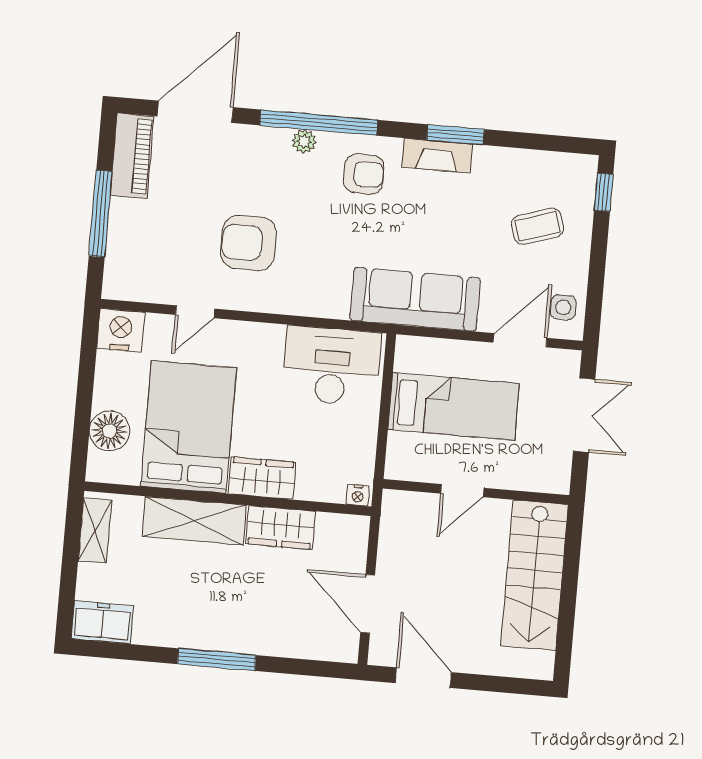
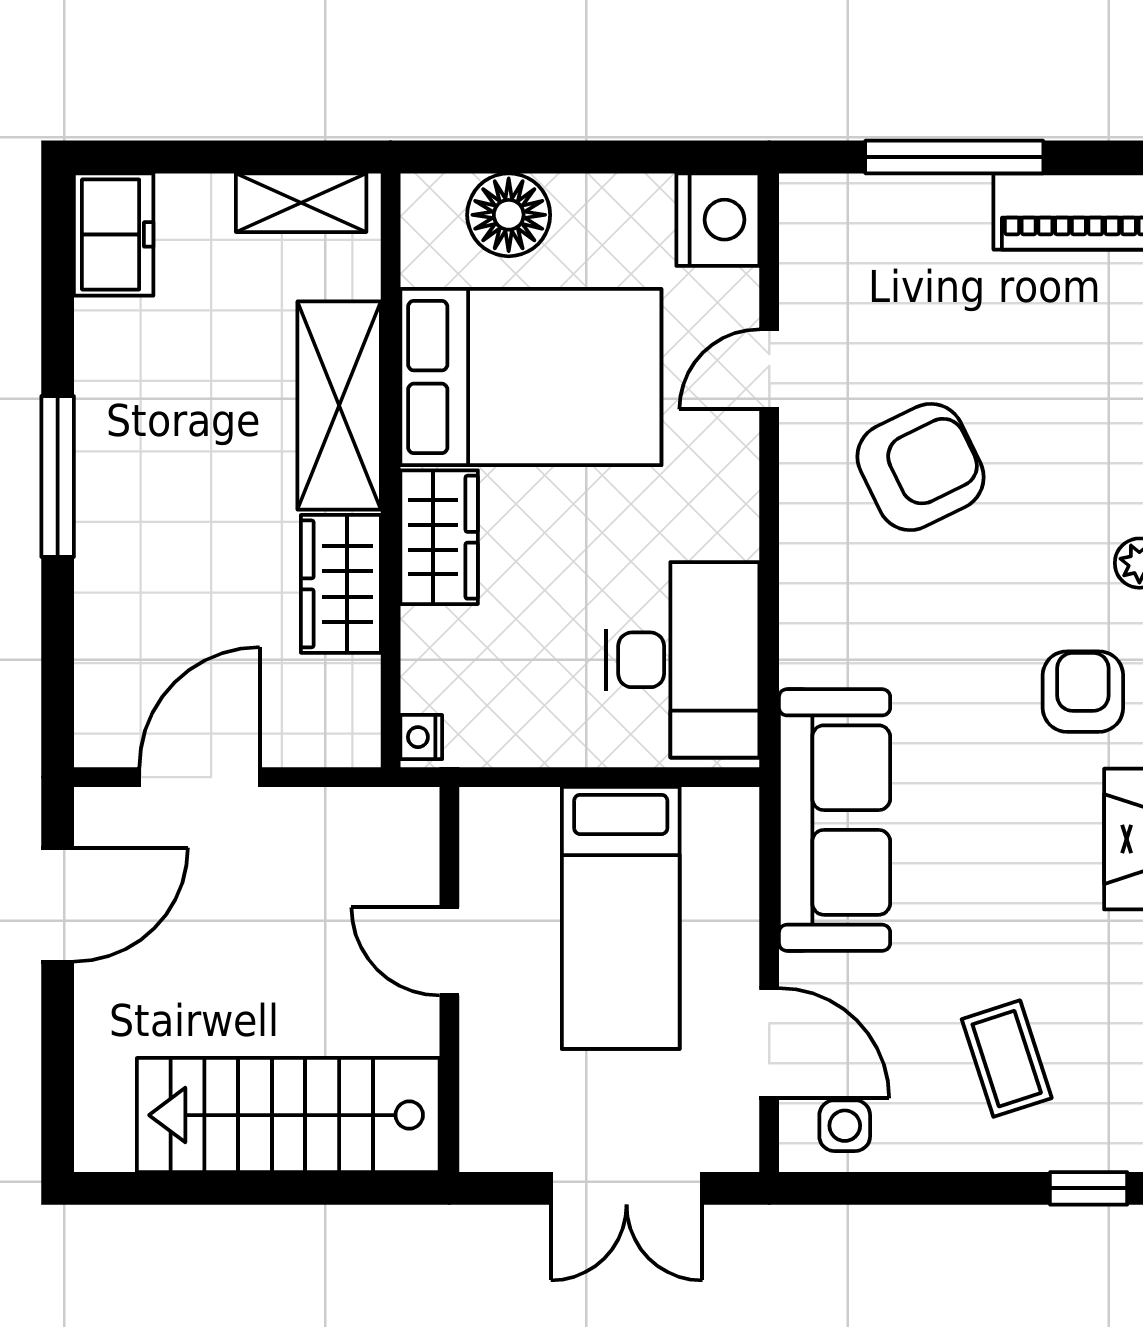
armchair: (364, 174) -> (1083, 692), turned 180
armchair: (249, 243) -> (921, 467), turned 64
door: (195, 312) -> (769, 369), hinge flipped

